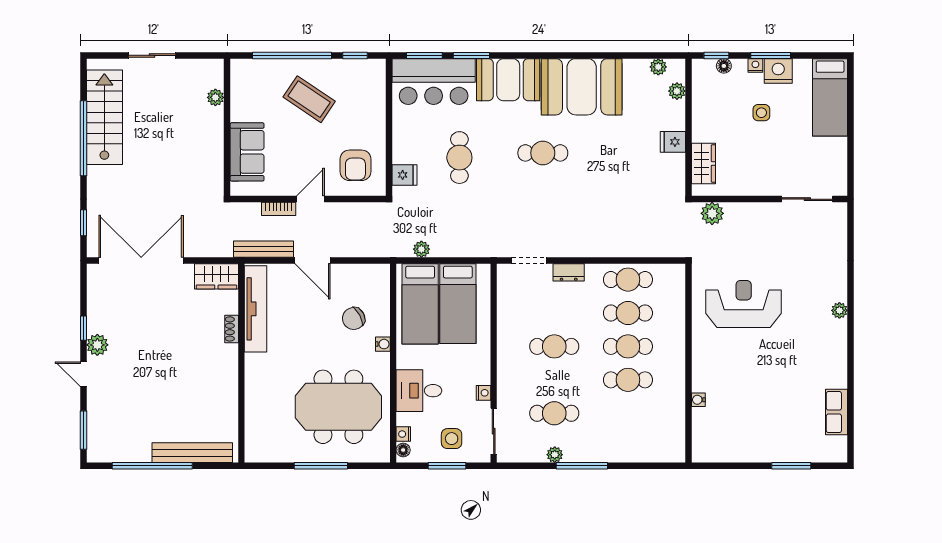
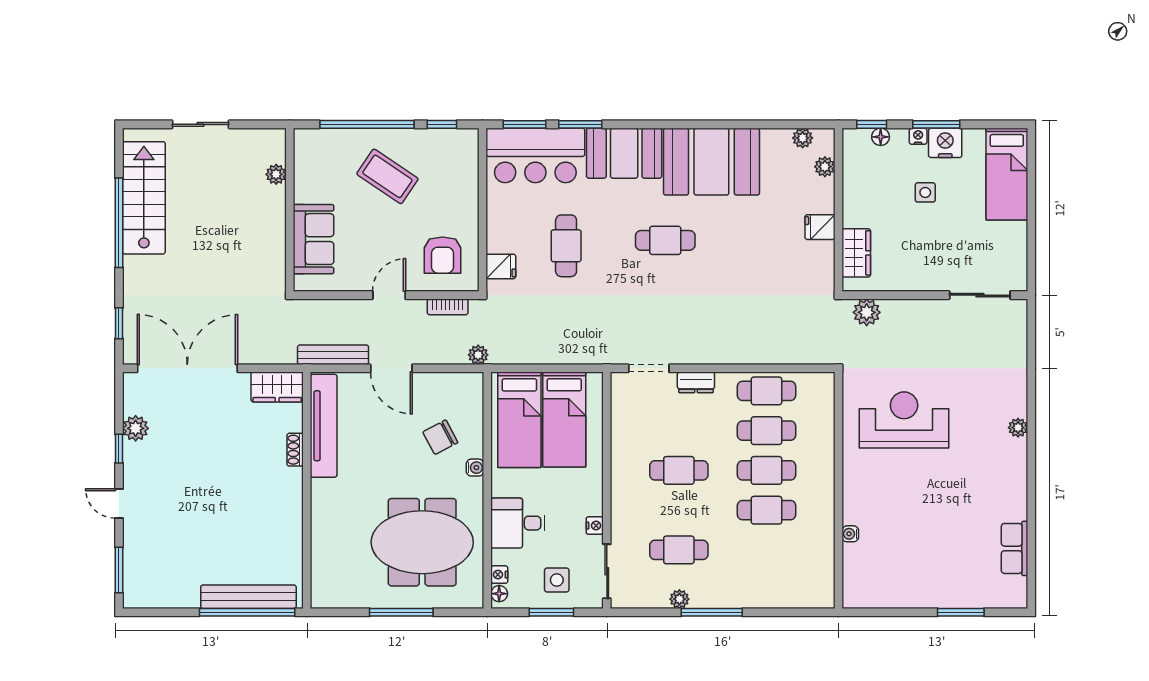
bookcase: (279, 209) -> (448, 307), moved
plant: (421, 249) -> (478, 355), moved
plant: (97, 345) -> (136, 428), moved
window: (152, 466) -> (247, 612), moved

